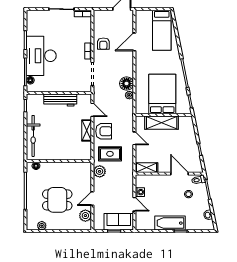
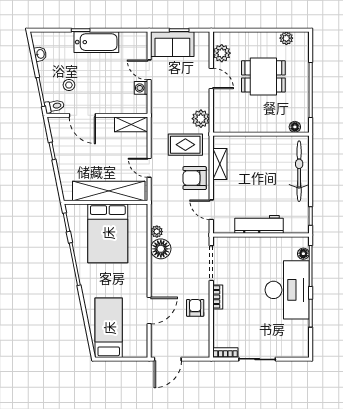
shelving: (162, 123) -> (109, 191), width x1.47
shelving: (87, 130) -> (220, 164), moved
door: (92, 199) -> (211, 78), hinge flipped

